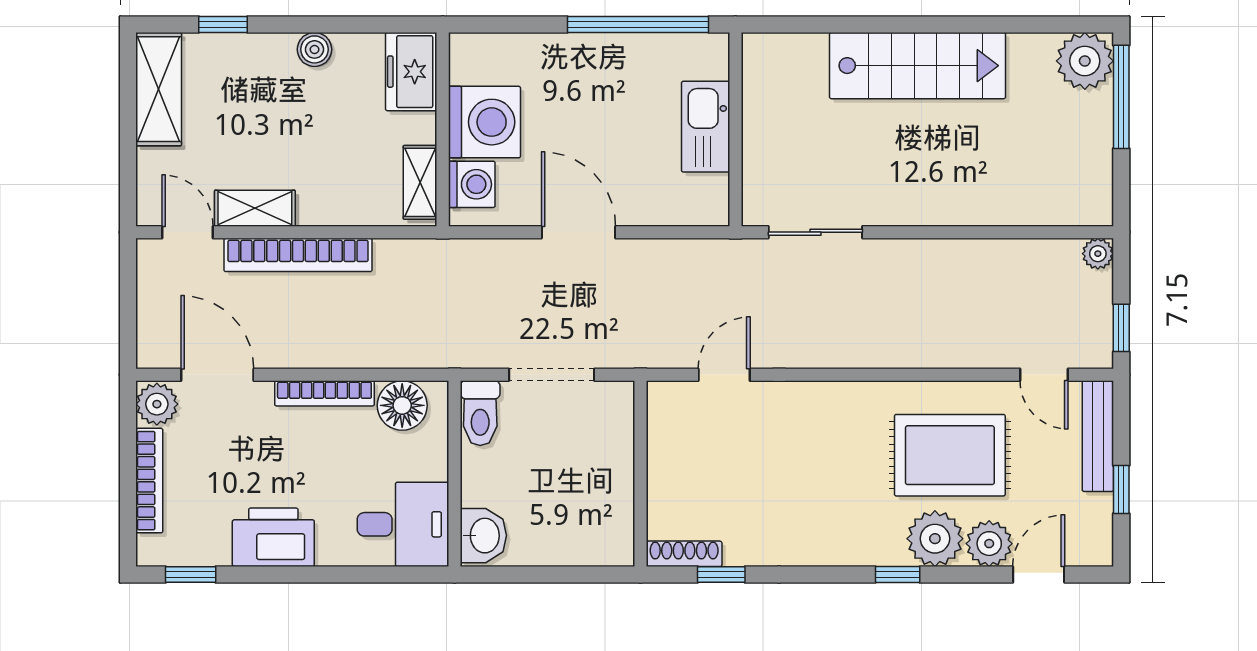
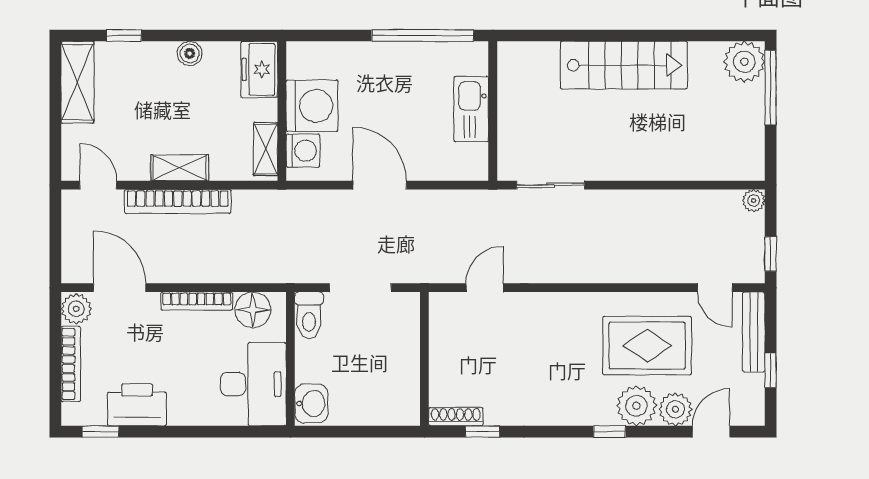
shelving: (255, 208) -> (180, 168), moved
desk: (403, 524) -> (253, 384), width x1.37
printer: (273, 537) -> (137, 405), moved

